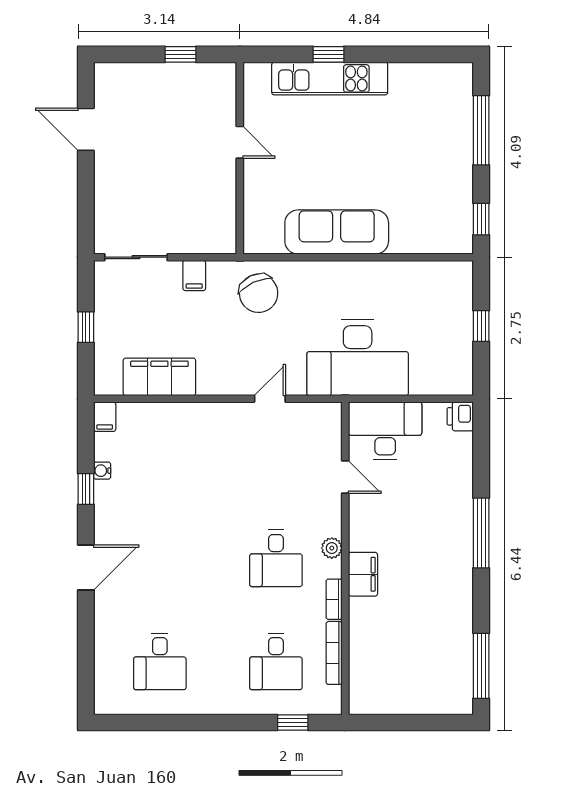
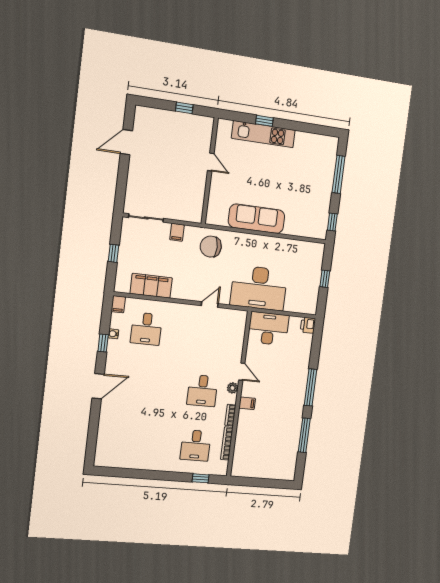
door: (86, 129) -> (126, 142), hinge flipped
chair: (259, 293) -> (211, 247), turned 115
door: (345, 477) -> (242, 372), moved
filing cabinet: (363, 574) -> (247, 403), width x0.50
desk: (160, 661) -> (146, 329), moved
window: (481, 666) -> (304, 435), moved

